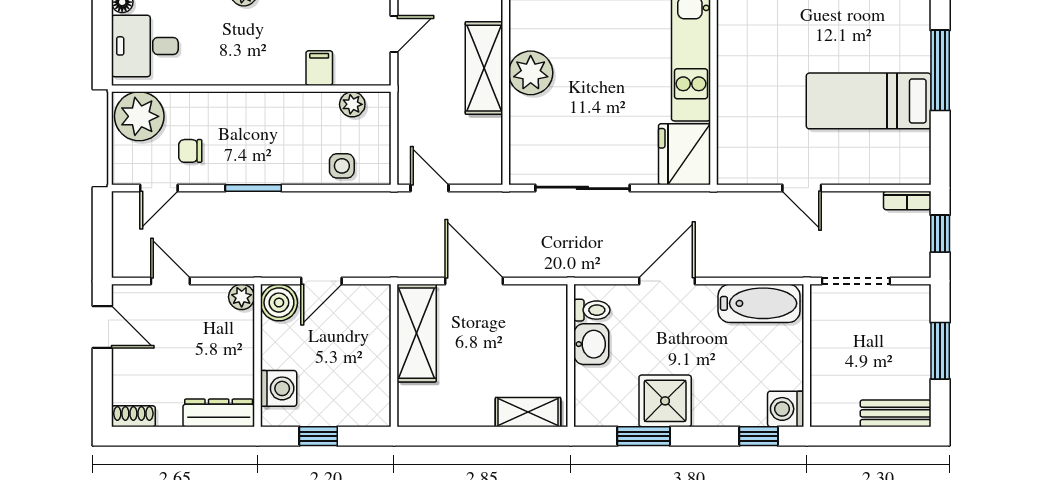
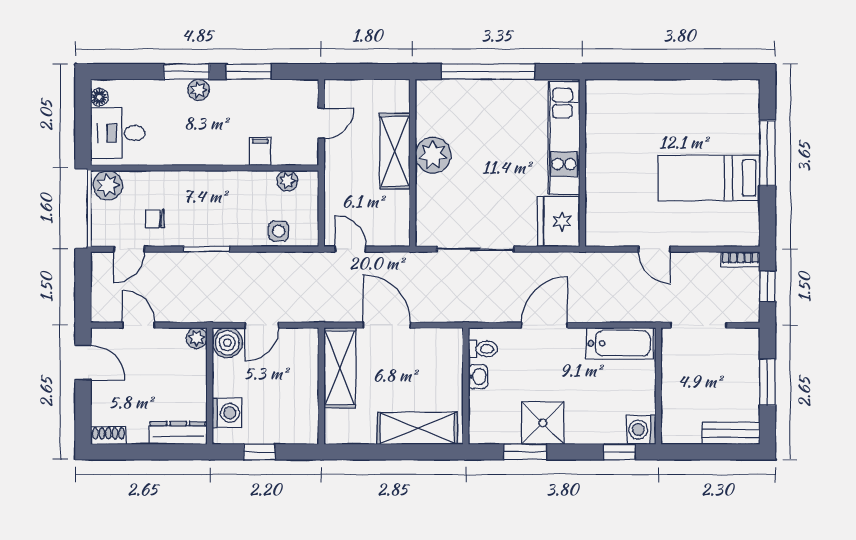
plant: (139, 116) -> (108, 185), width x0.73, depth x0.73
washbasin: (591, 344) -> (478, 377), width x0.72, depth x0.69
shelving: (528, 412) -> (417, 428), width x1.50, depth x1.33

